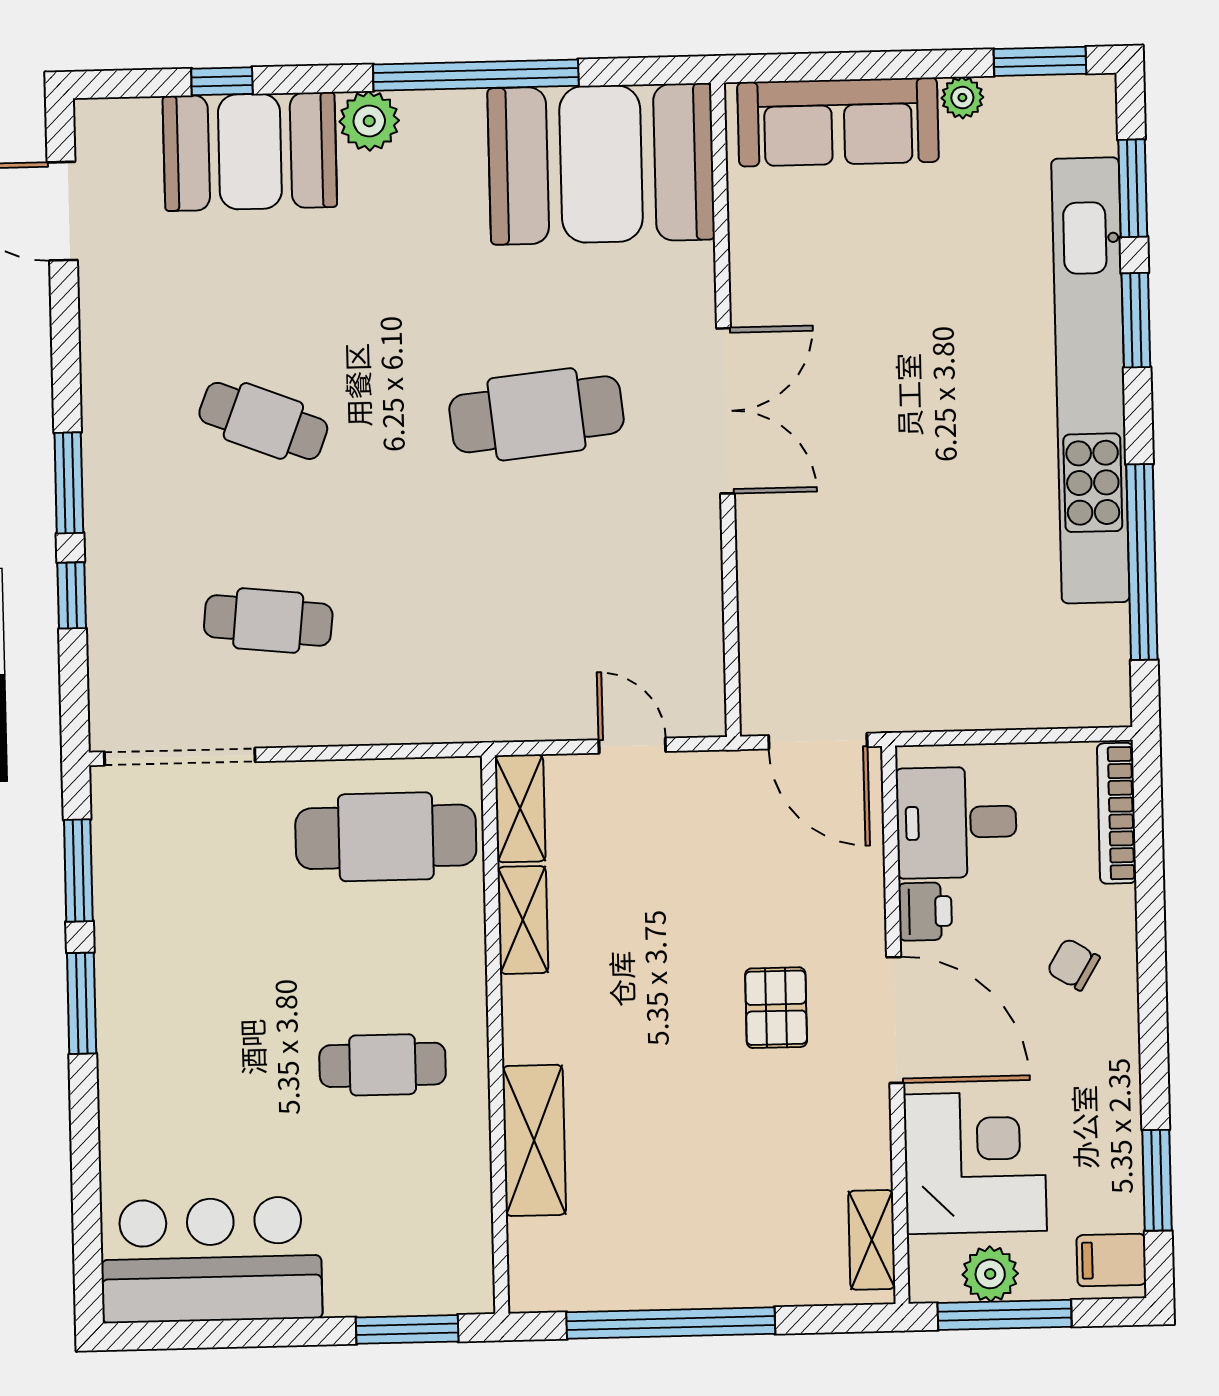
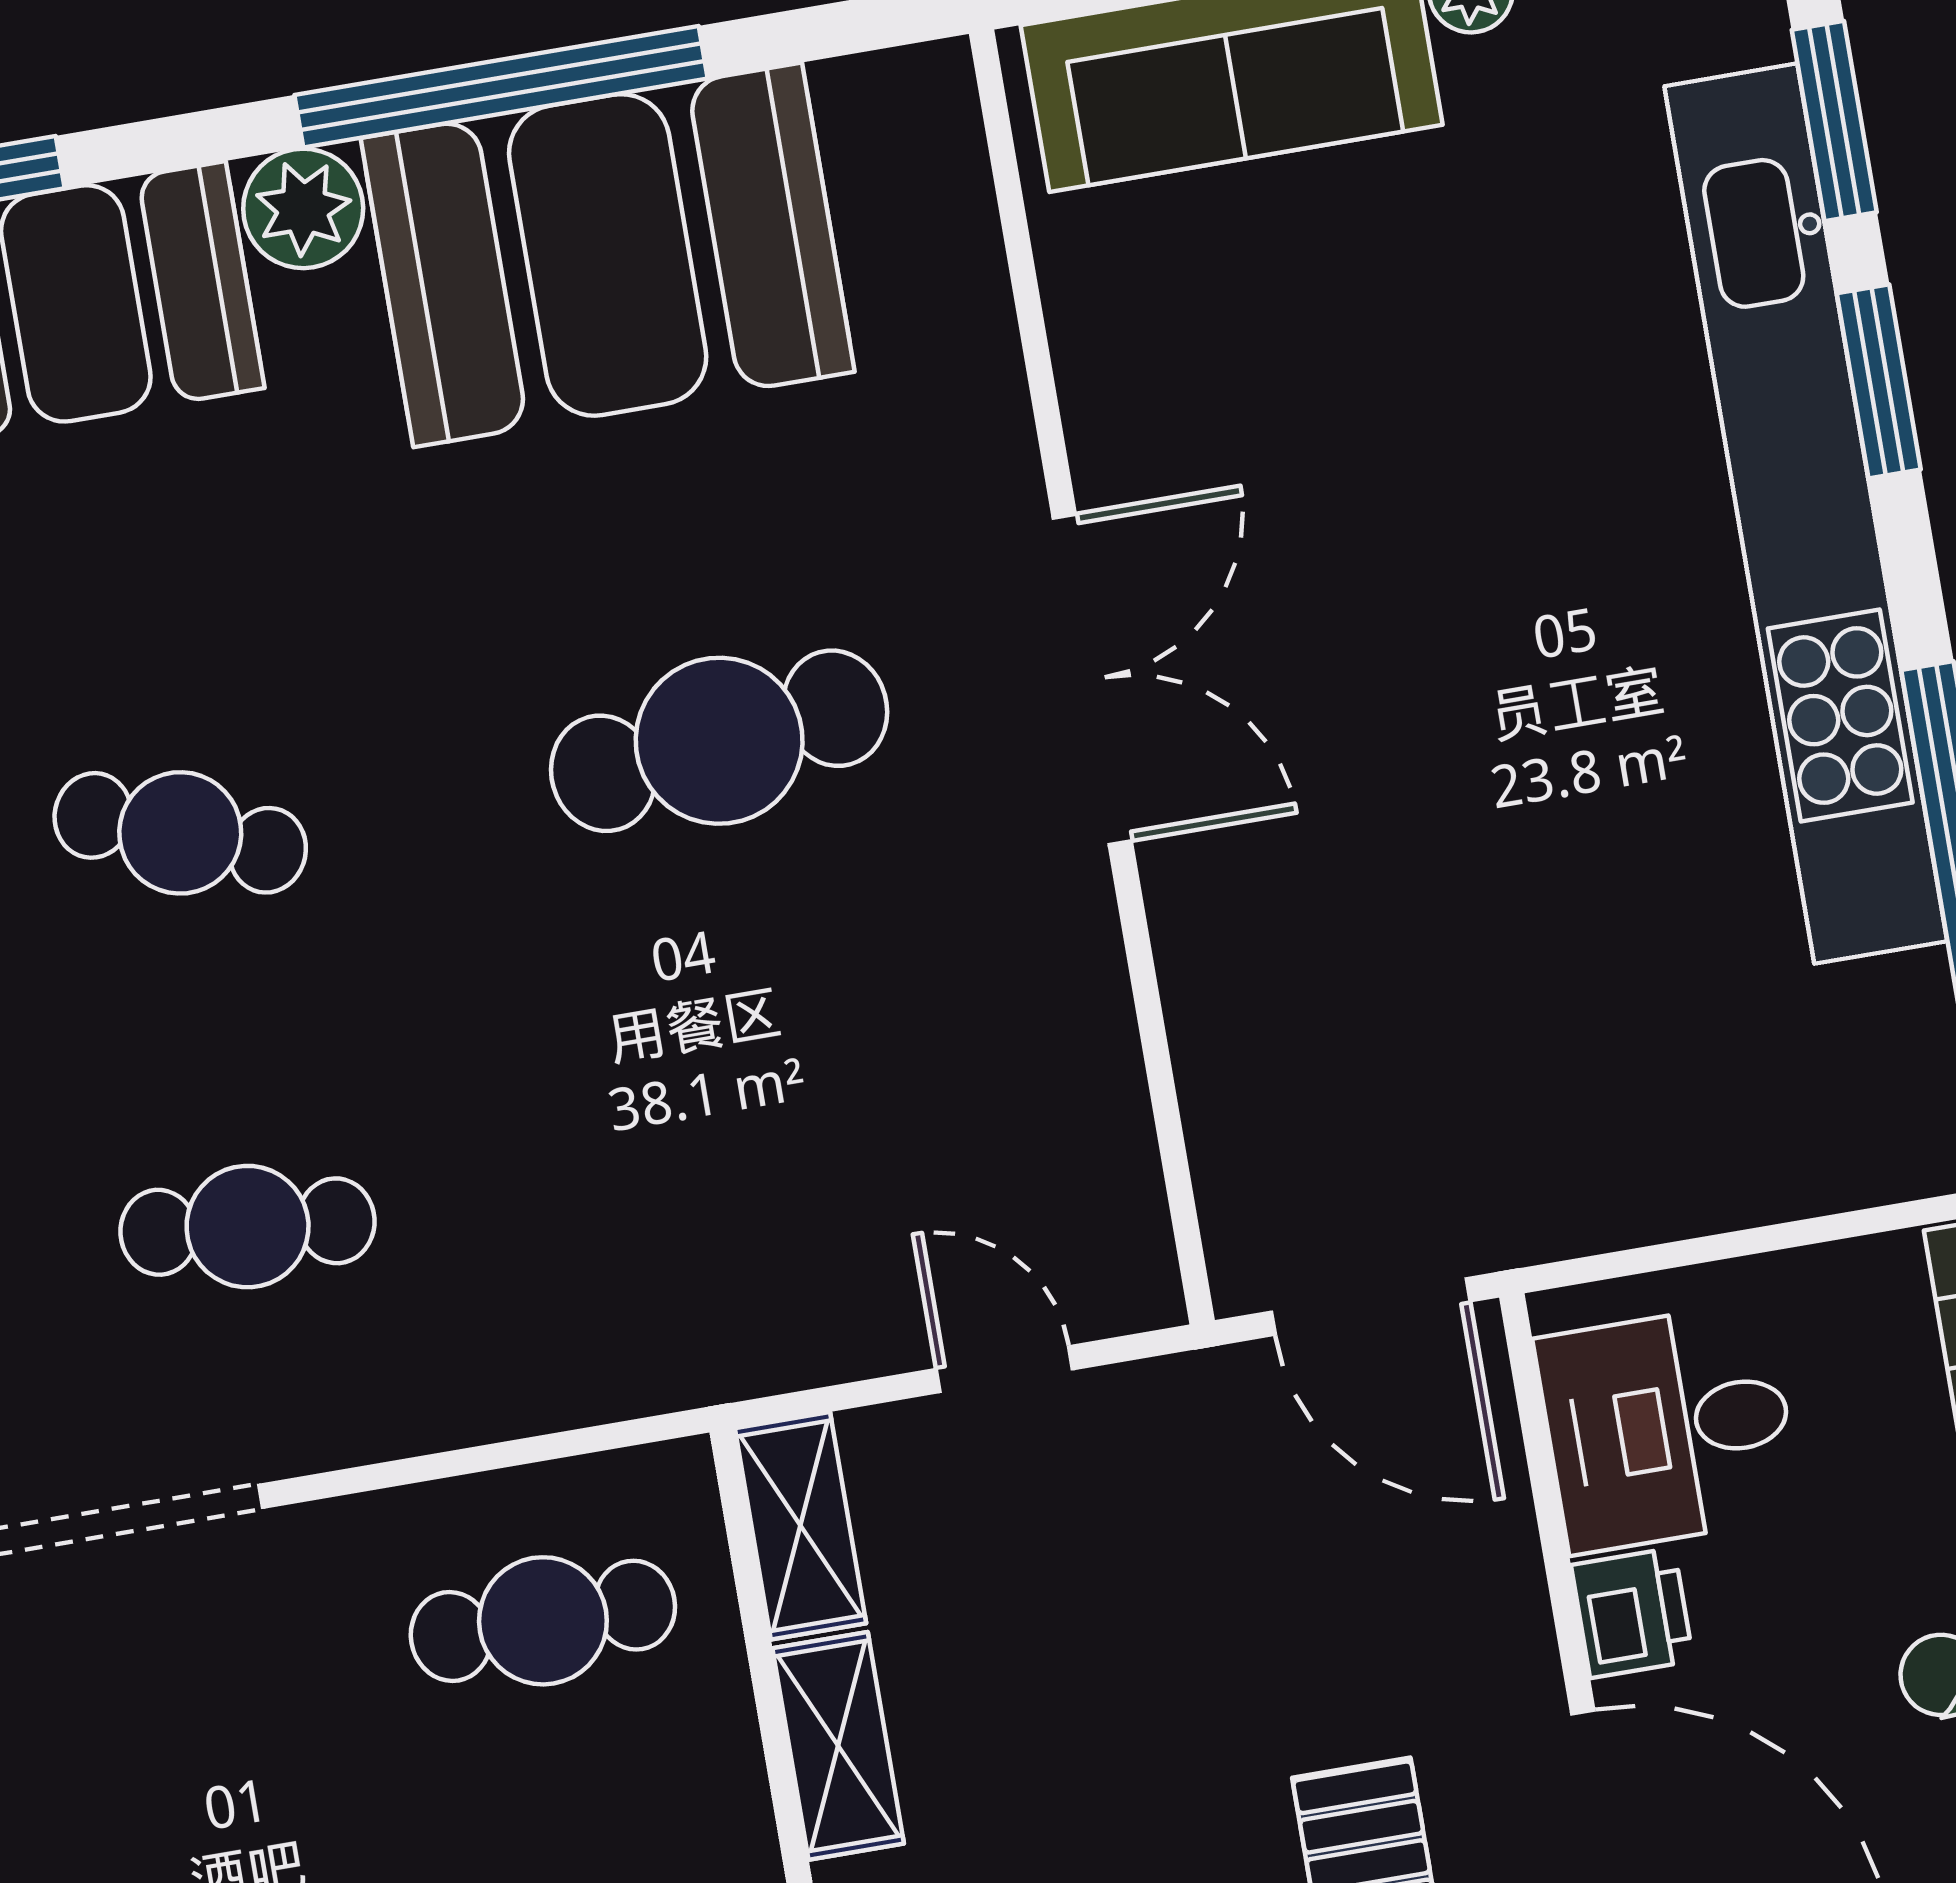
booth: (601, 164) -> (608, 255), moved
cafe table: (386, 837) -> (543, 1621), width x0.73, depth x0.74

